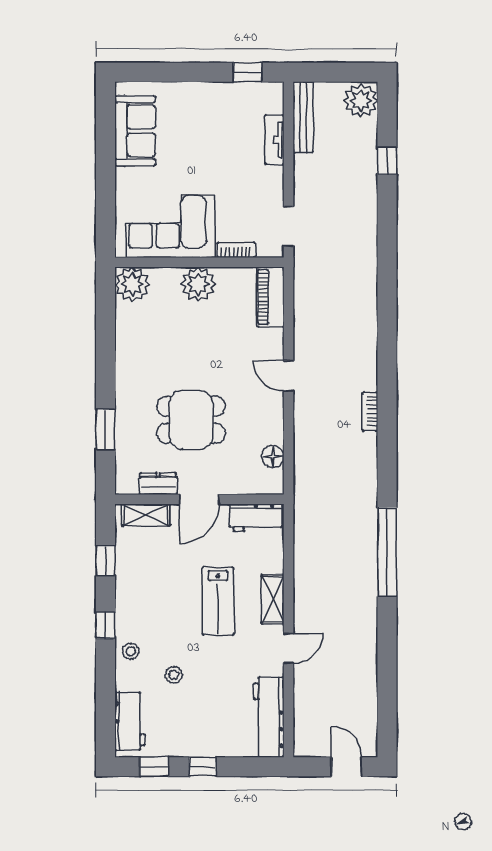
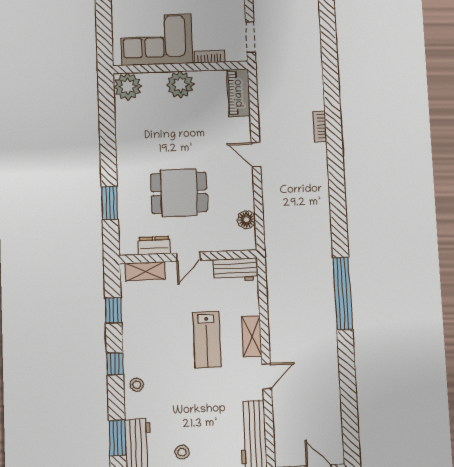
bookcase: (370, 411) -> (320, 126), moved
door: (199, 499) -> (188, 257), width x0.73
stool: (174, 675) -> (182, 452), moved
window: (105, 713) -> (117, 438), added

